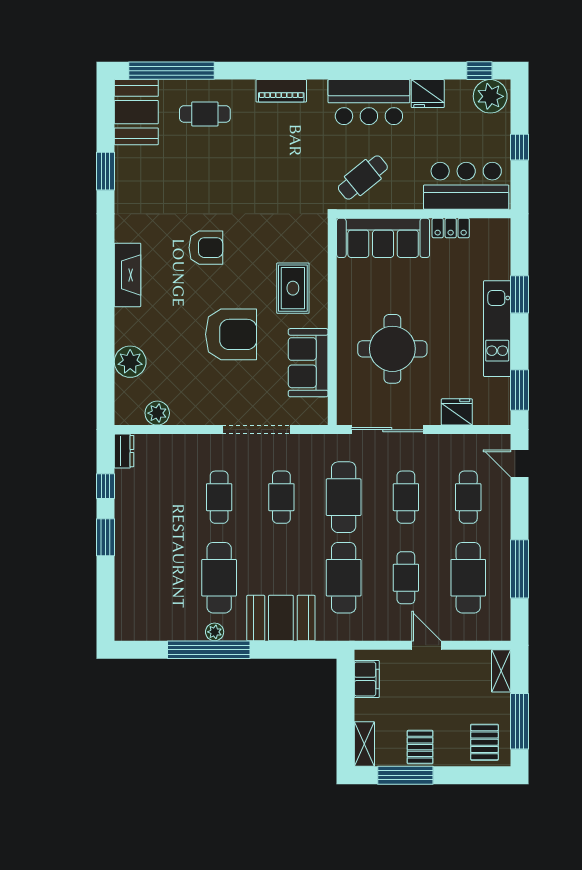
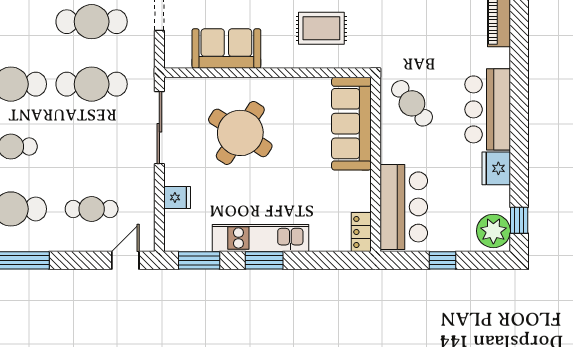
locker: (451, 228) -> (361, 232), moved
rug: (293, 288) -> (321, 28), moved
window: (519, 294) -> (264, 260), moved
round table: (392, 349) -> (240, 133), turned 33
fridge: (457, 412) -> (177, 197), width x0.72
cafe table: (281, 497) -> (92, 22), width x1.37, depth x1.35
cafe table: (406, 497) -> (92, 147), removed

